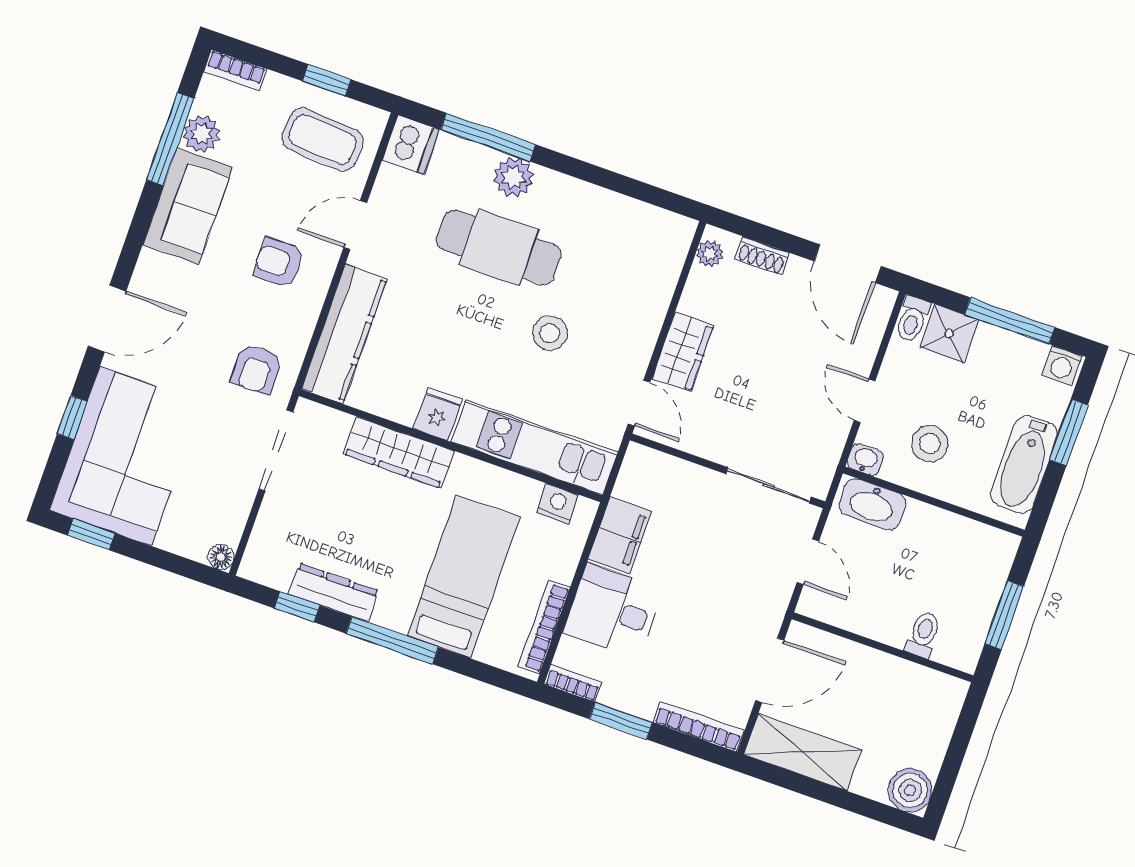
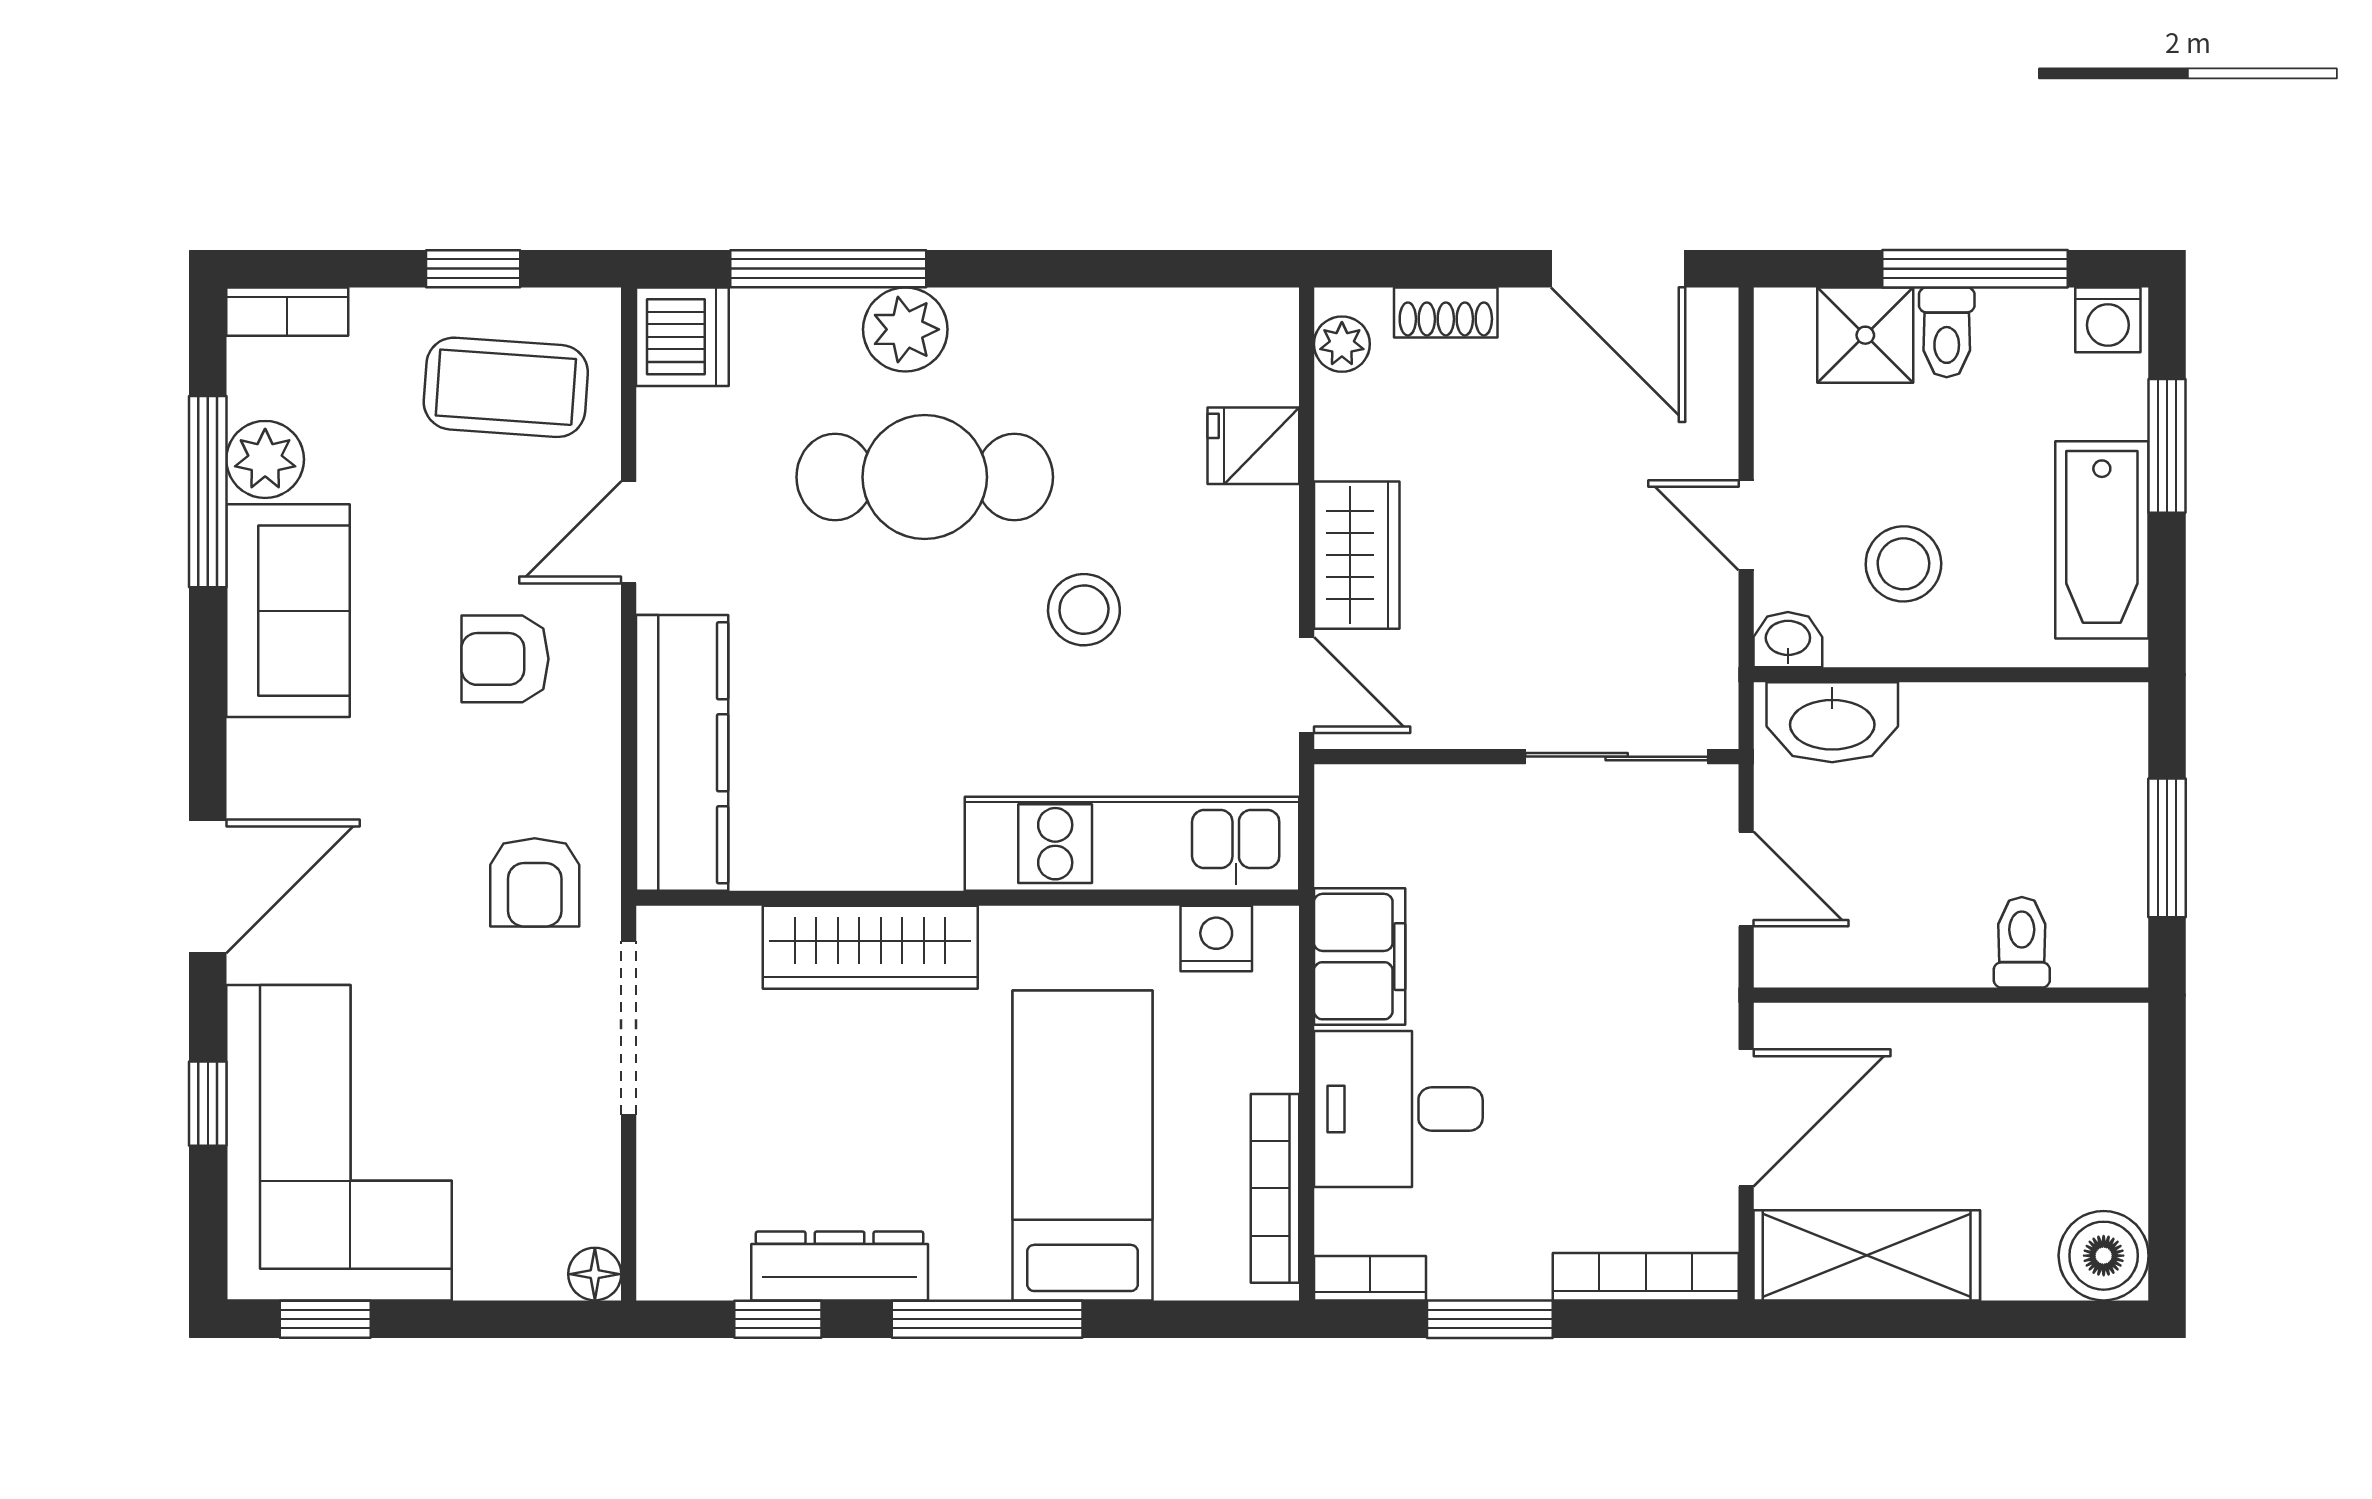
toilet: (913, 319) -> (1947, 332), moved
fridge: (438, 414) -> (1253, 446), moved, turned -90

